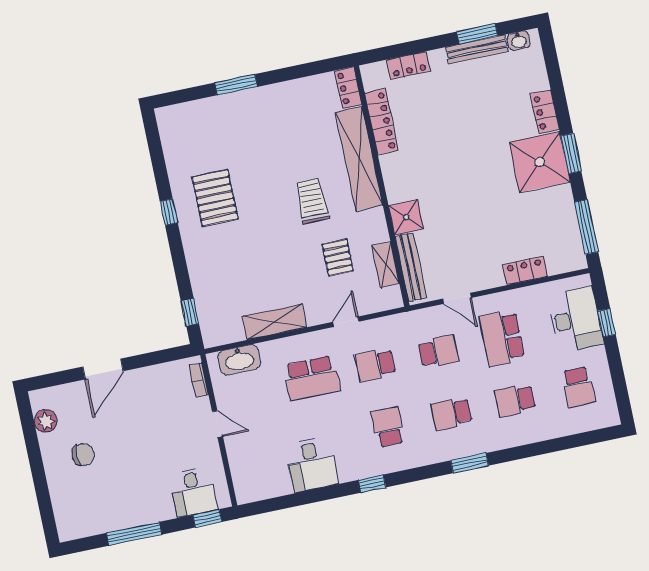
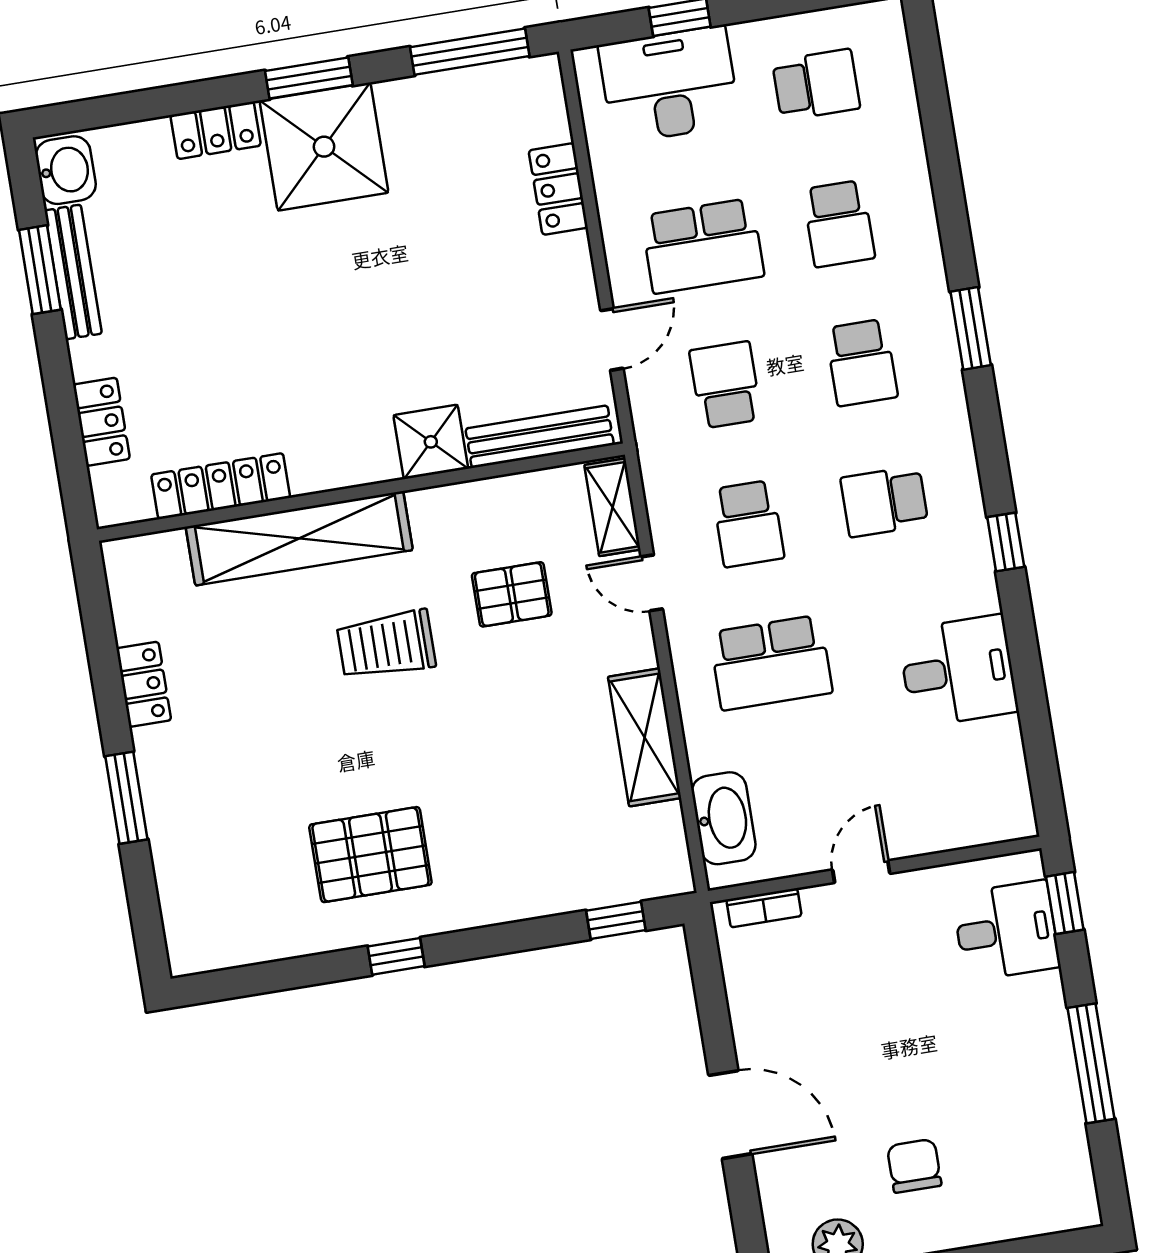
washbasin: (519, 41) -> (66, 170), width x1.38, depth x1.45
locker: (348, 88) -> (144, 684), moved, turned -90
shelving: (386, 265) -> (612, 507), moved, turned 90
school desk: (312, 378) -> (771, 663), turned 90

